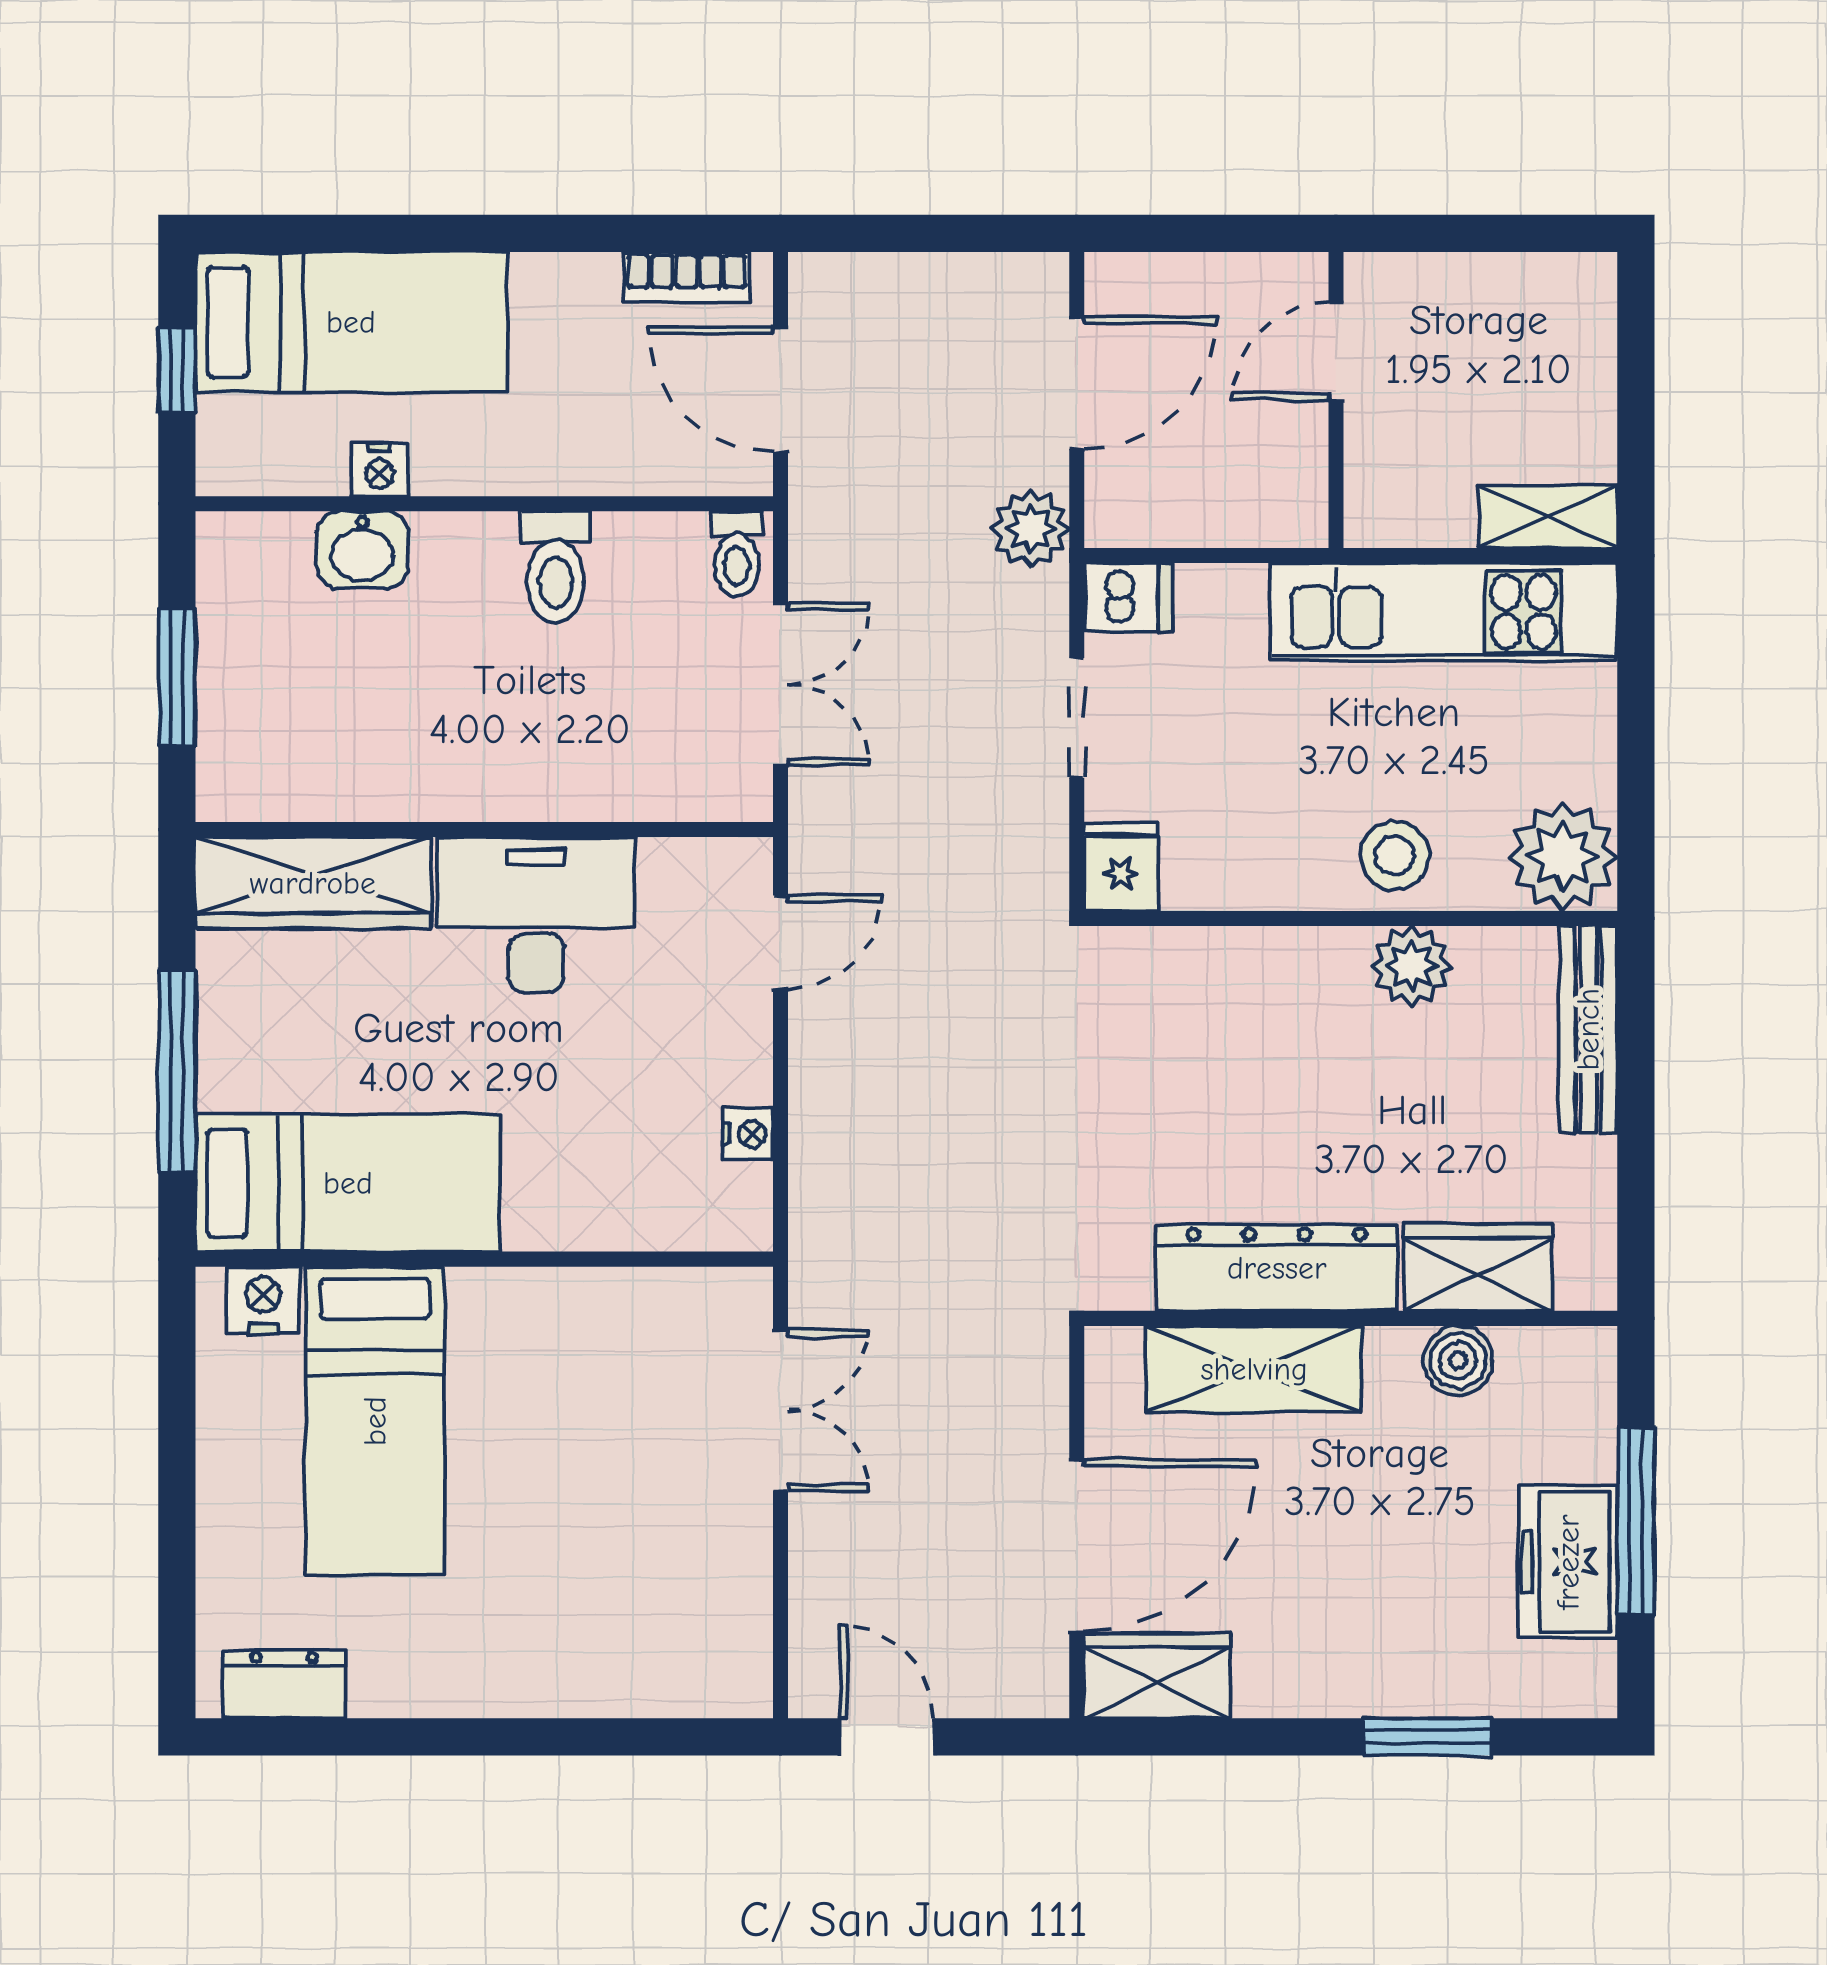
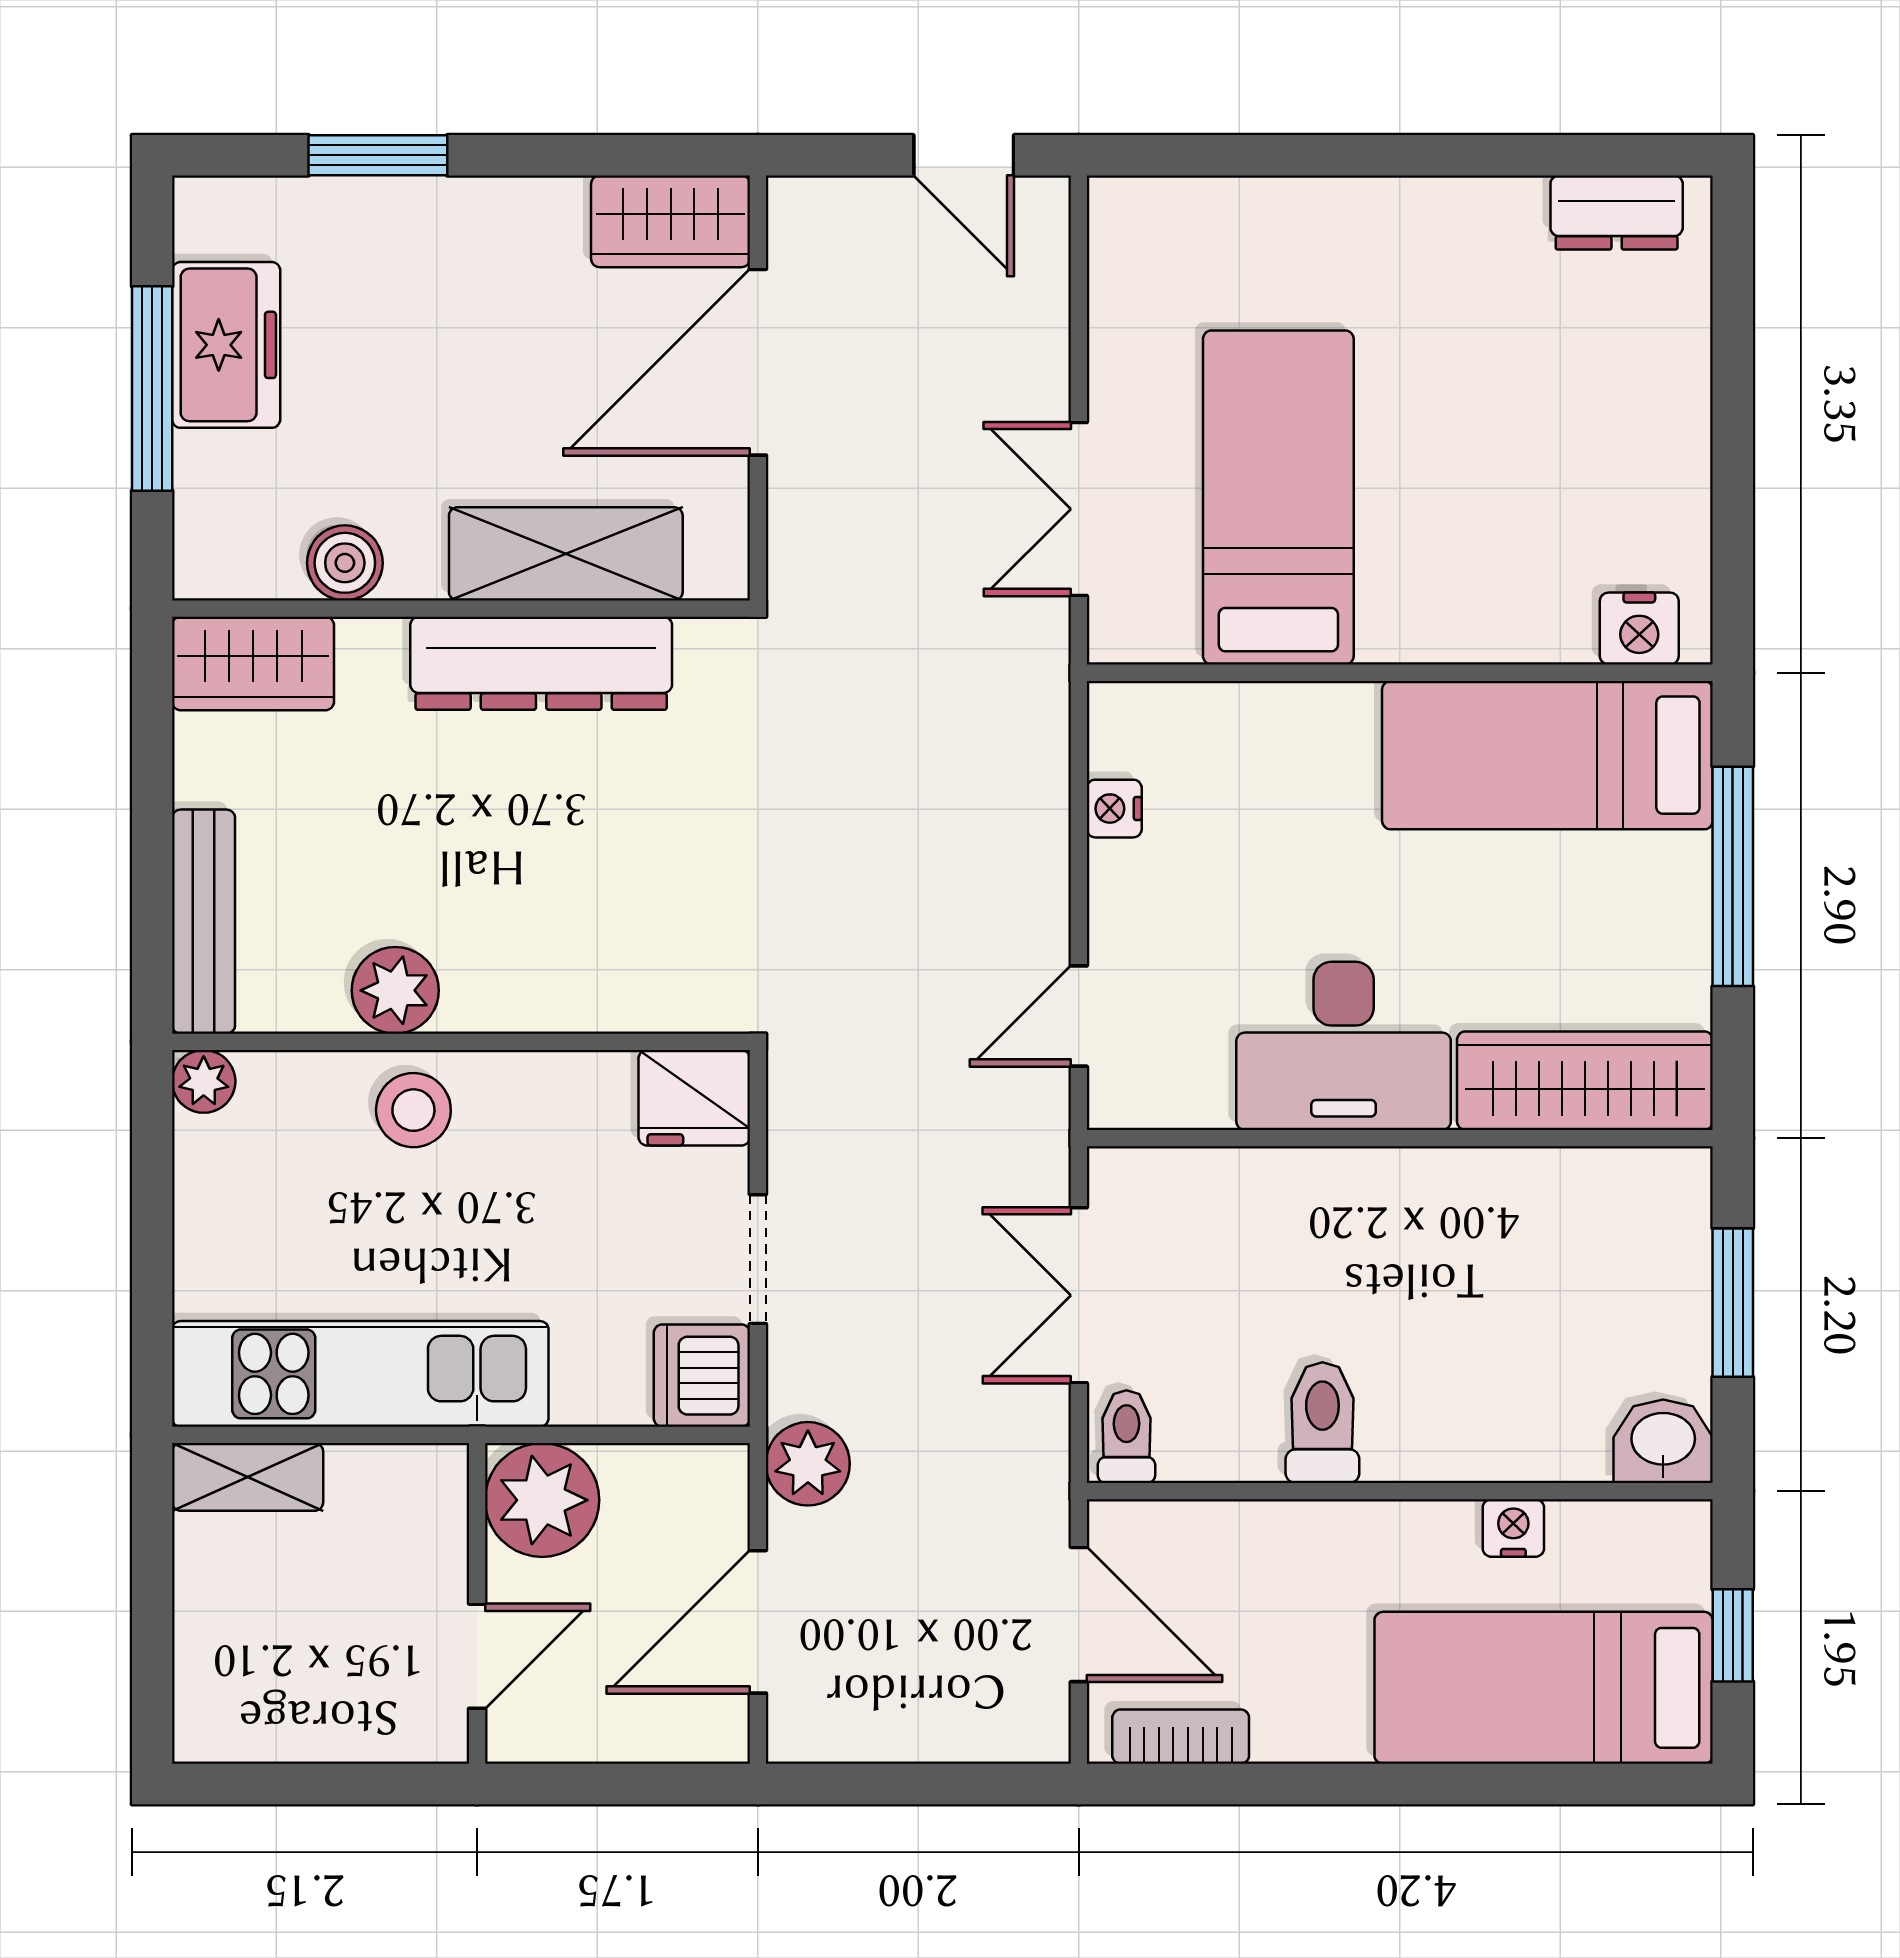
plant: (1276, 495) -> (542, 1500), added
washbasin: (362, 550) -> (1663, 1441), moved
dishwasher: (1128, 597) -> (702, 1376), width x1.38
plant: (1563, 856) -> (204, 1081), width x0.53, depth x0.53
fridge: (1121, 867) -> (694, 1098), width x1.38
wardrobe: (1478, 1268) -> (253, 663), moved
bed: (375, 1421) -> (1278, 498), moved

